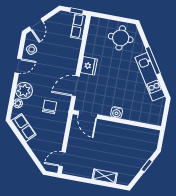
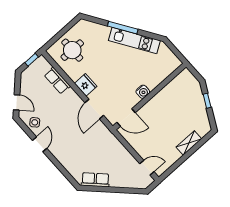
row of seats: (79, 26) -> (57, 81), moved
round table: (121, 38) -> (72, 50), moved
plant: (24, 91) -> (64, 155), removed
plant: (18, 103) -> (71, 169), removed
chair: (50, 107) -> (95, 144), removed
door: (62, 159) -> (147, 168), swing flipped

